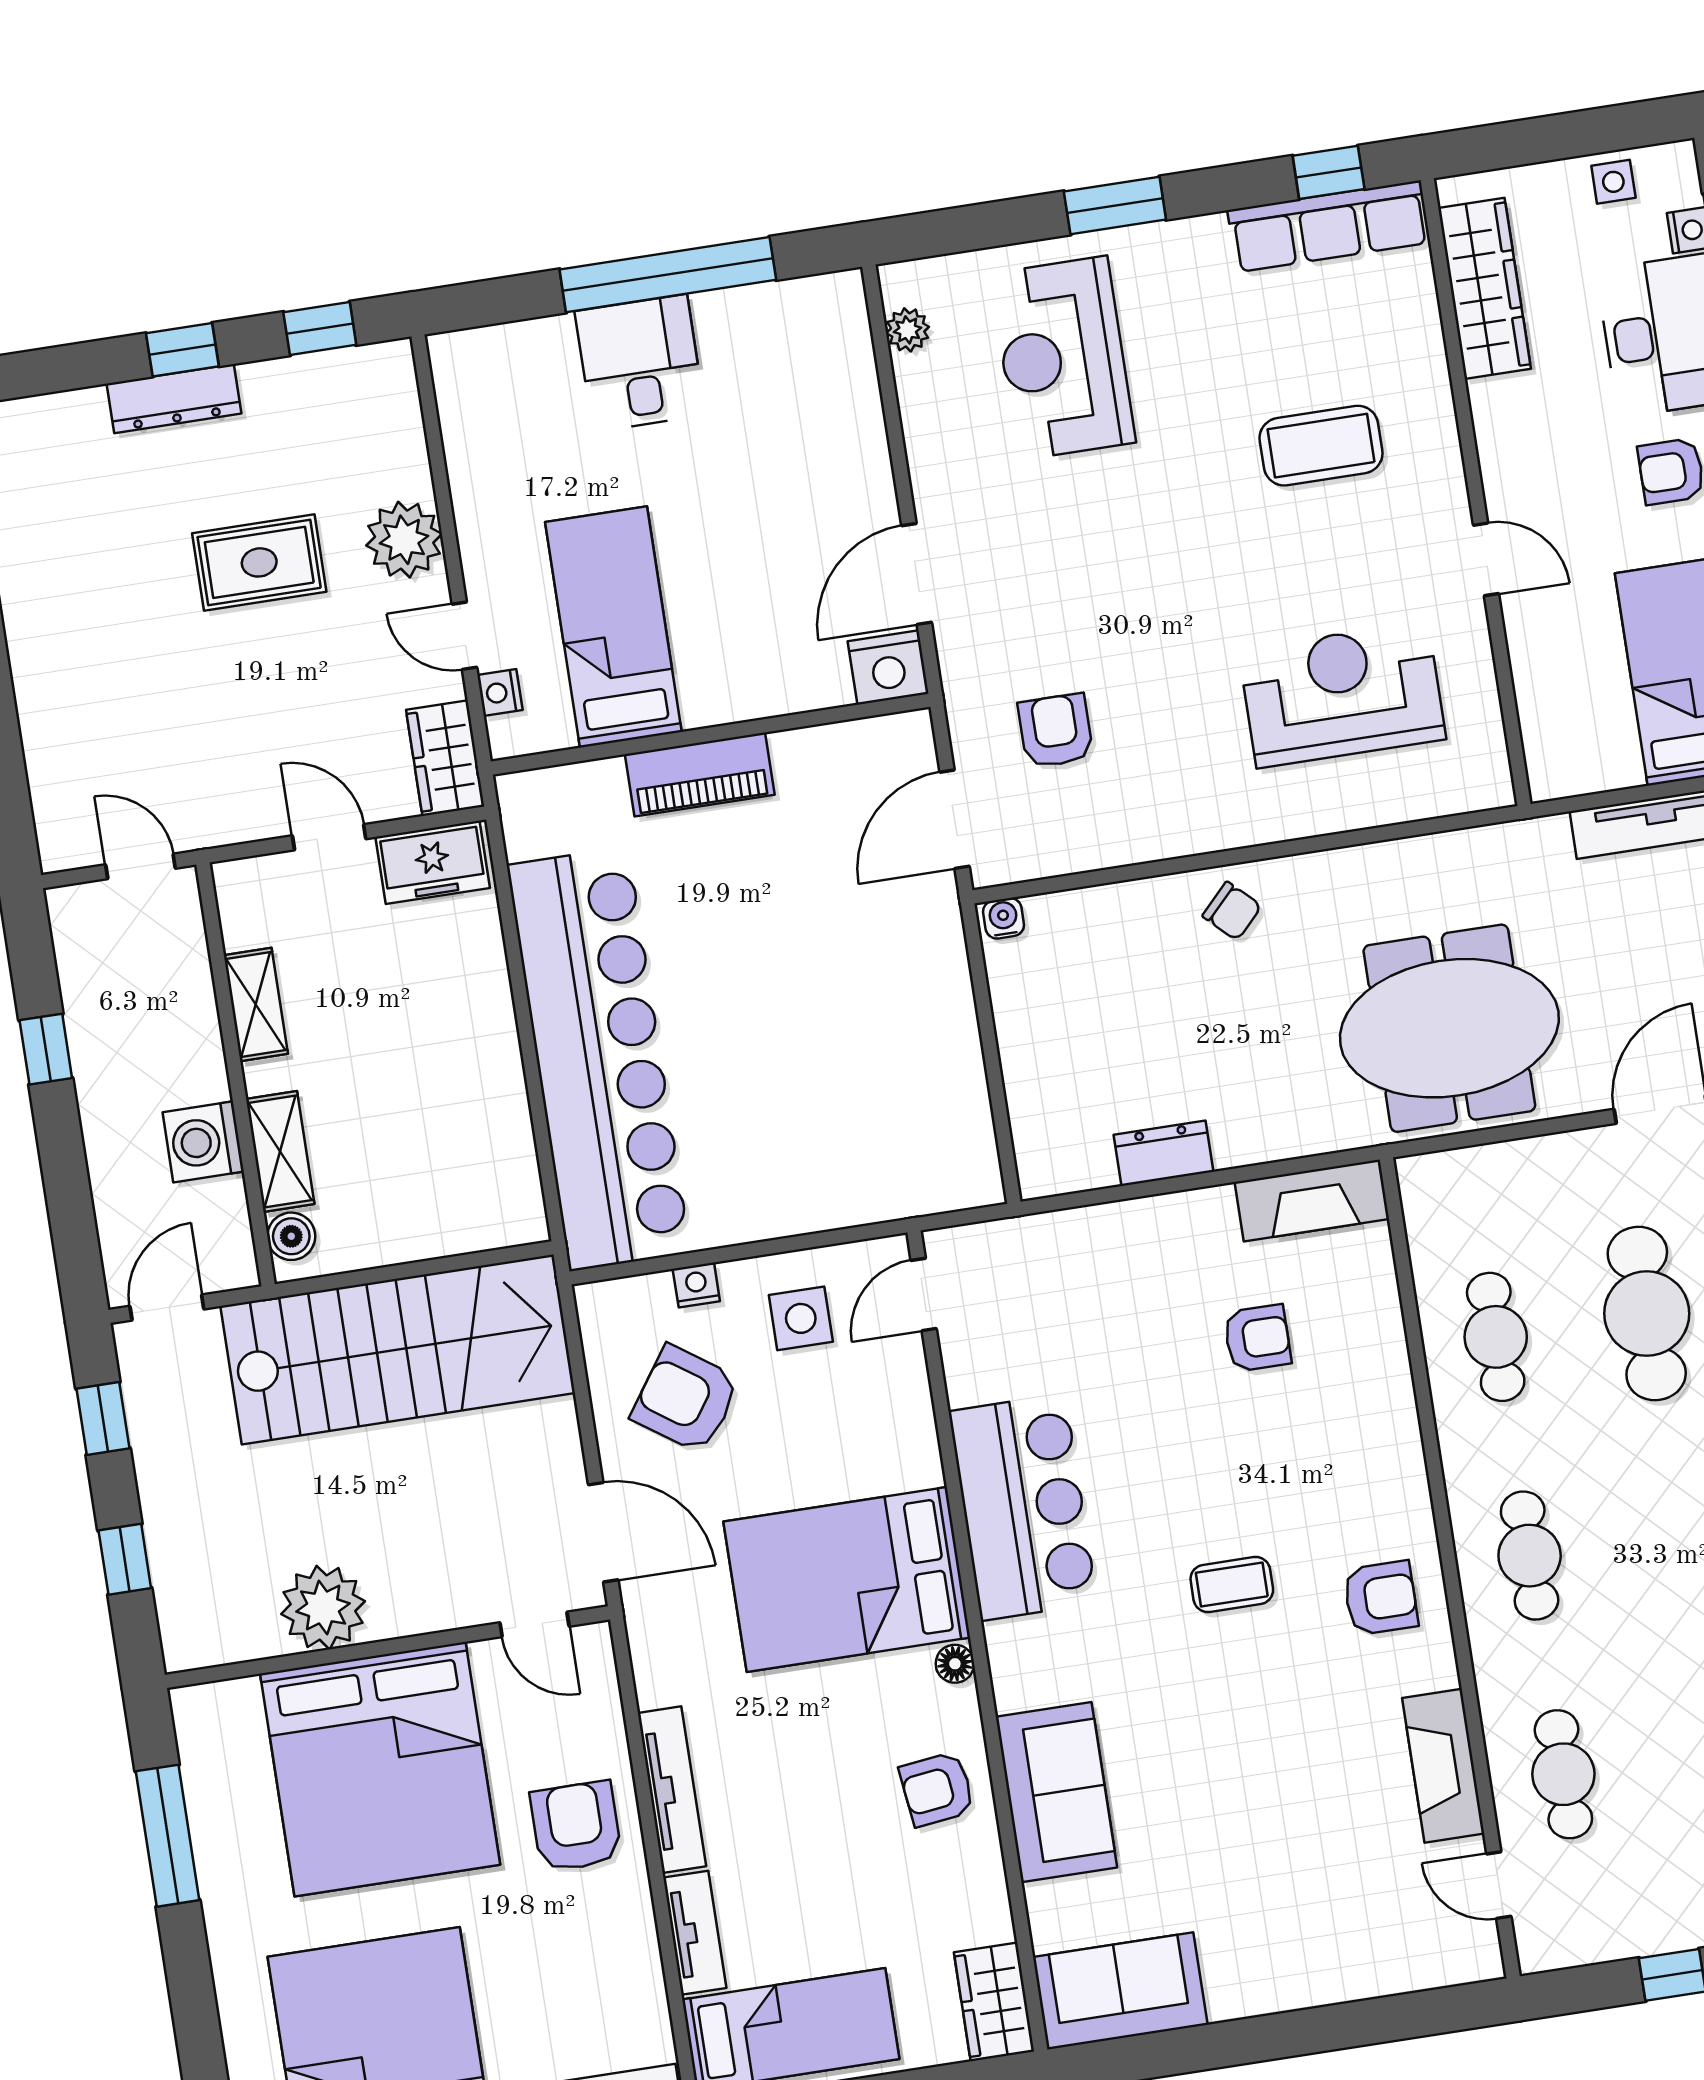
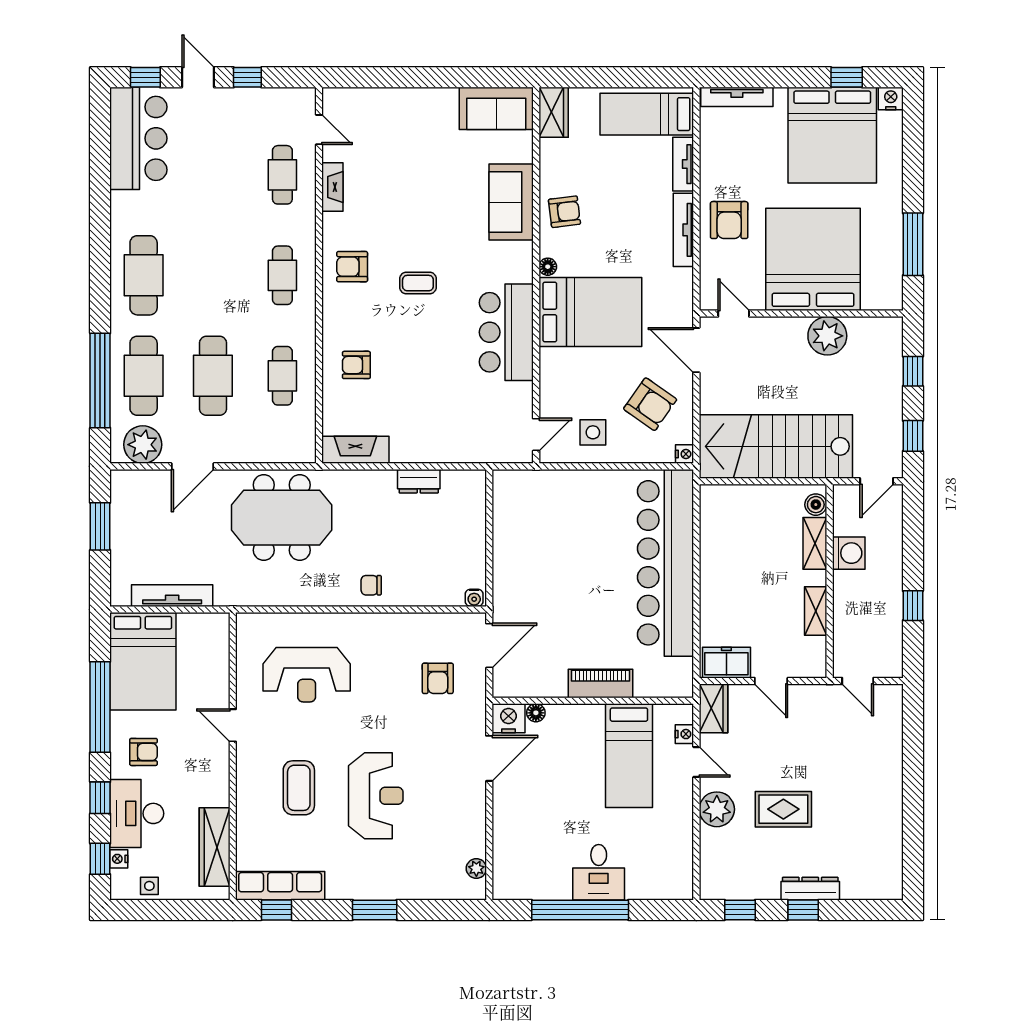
reception desk: (1063, 358) -> (376, 796), moved
coffee table: (1321, 446) -> (299, 788), turned 90
floor lamp: (830, 689) -> (536, 713), added
chair: (1232, 911) -> (371, 585), turned -44
nightstand: (696, 1285) -> (684, 454), moved, turned -90
armchair: (1257, 1338) -> (356, 365), moved
fireplace: (1443, 1766) -> (332, 187), width x0.73, depth x0.76

